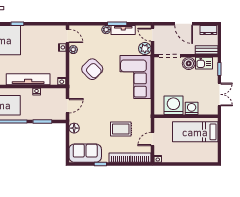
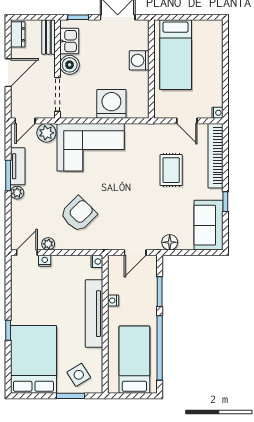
washing machine: (173, 105) -> (111, 104), moved, turned 90
door: (67, 106) -> (135, 253), swing flipped

